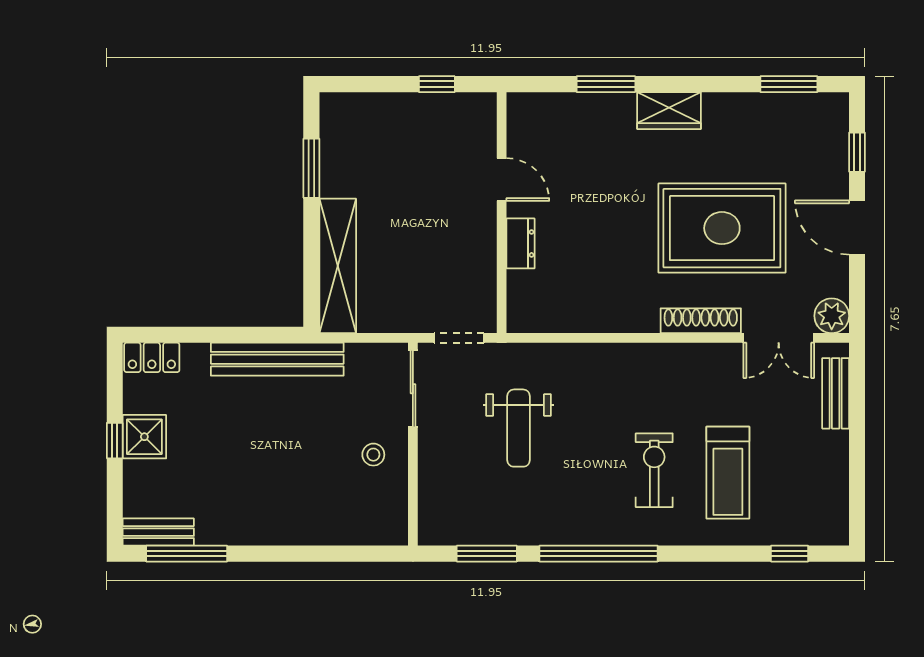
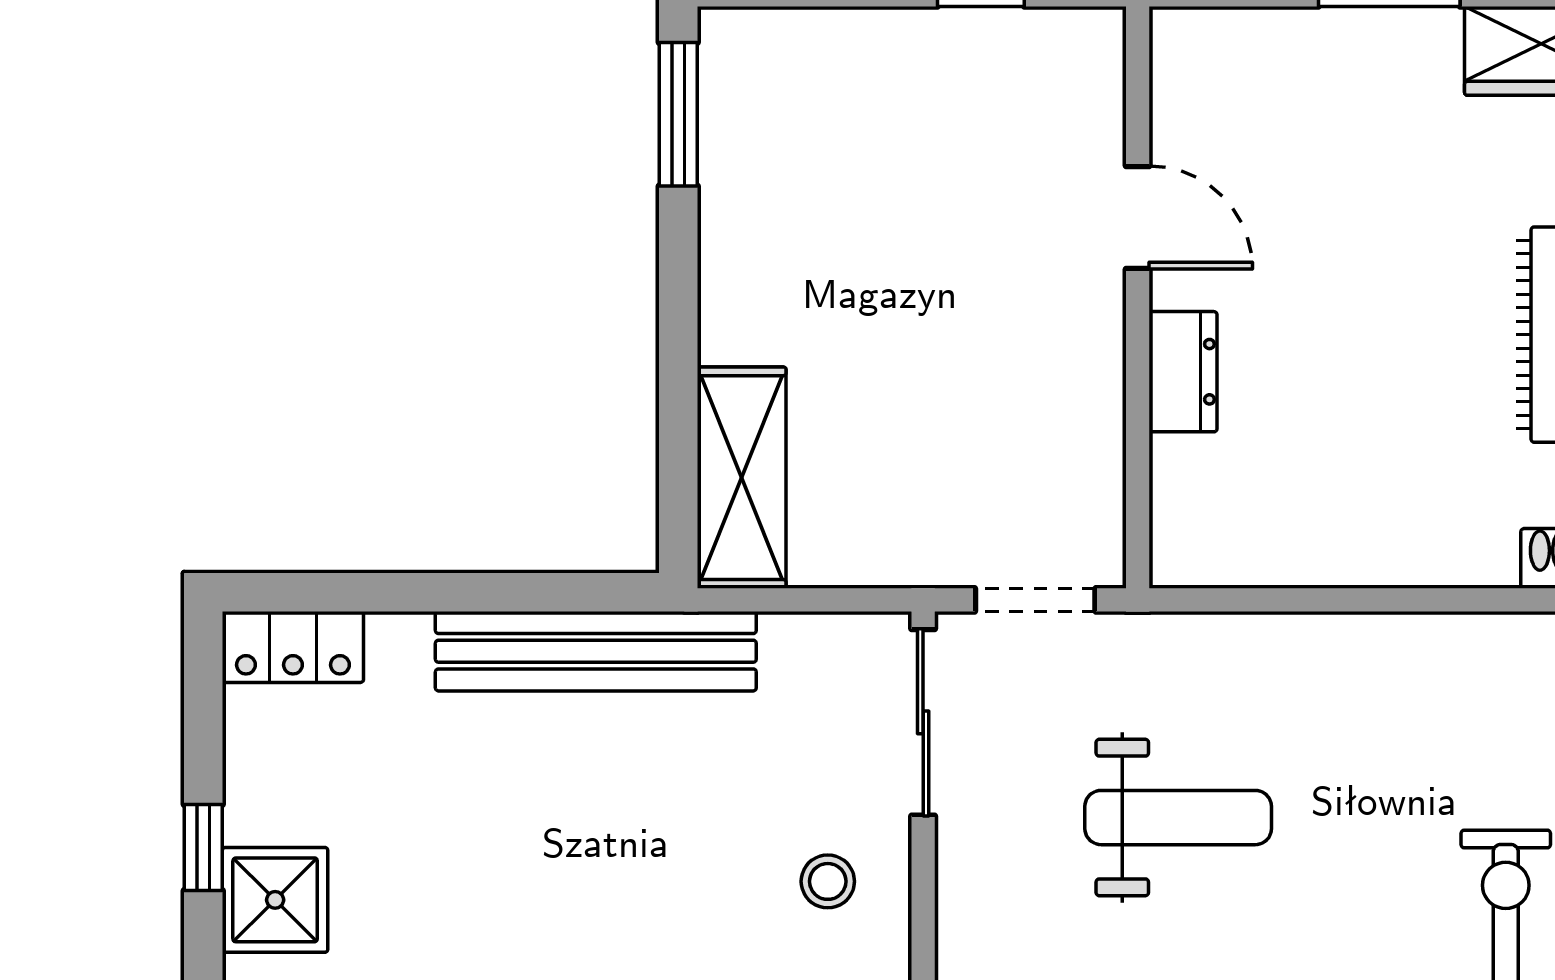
window: (311, 168) -> (678, 114), moved
shelving: (338, 266) -> (742, 478), width x0.68
weight bench: (519, 428) -> (1178, 818), turned -90
shower: (144, 437) -> (275, 900), moved

